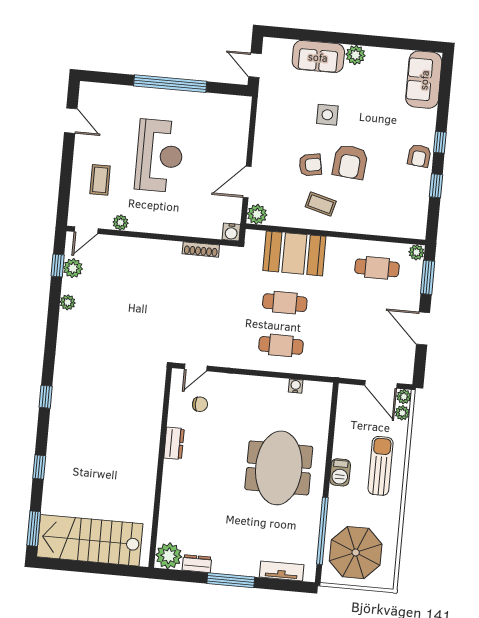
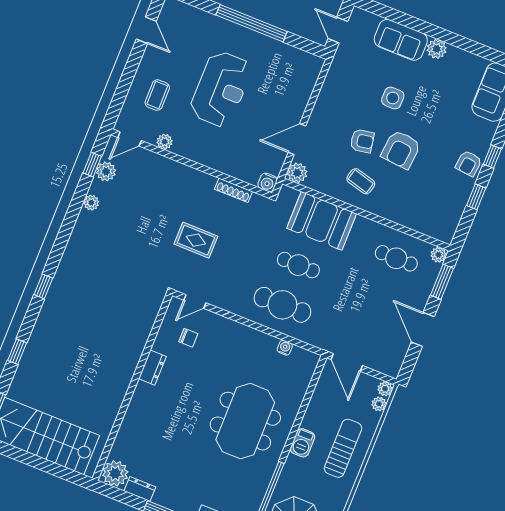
rug: (179, 308) -> (196, 240), added
cafe table: (281, 345) -> (282, 305), width x1.37, depth x1.35
door: (381, 384) -> (347, 362), moved

